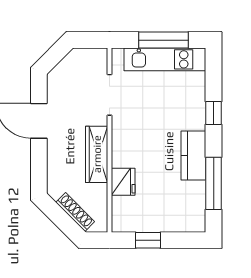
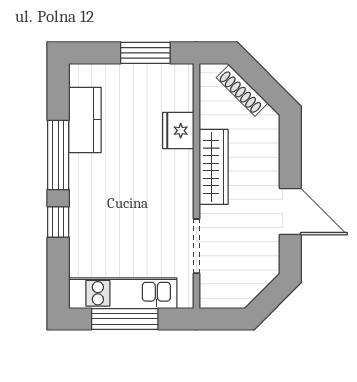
kitchen counter: (193, 156) -> (85, 120), moved
window: (214, 183) -> (58, 155), moved
window: (148, 240) -> (145, 53), width x1.50

